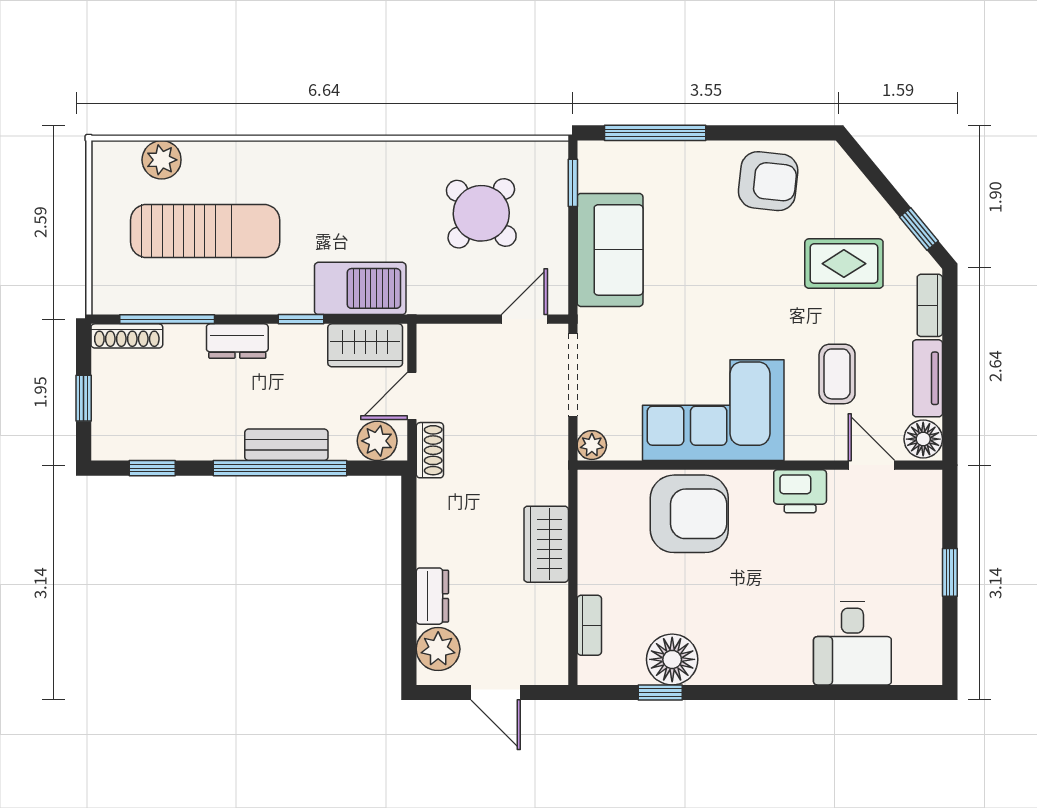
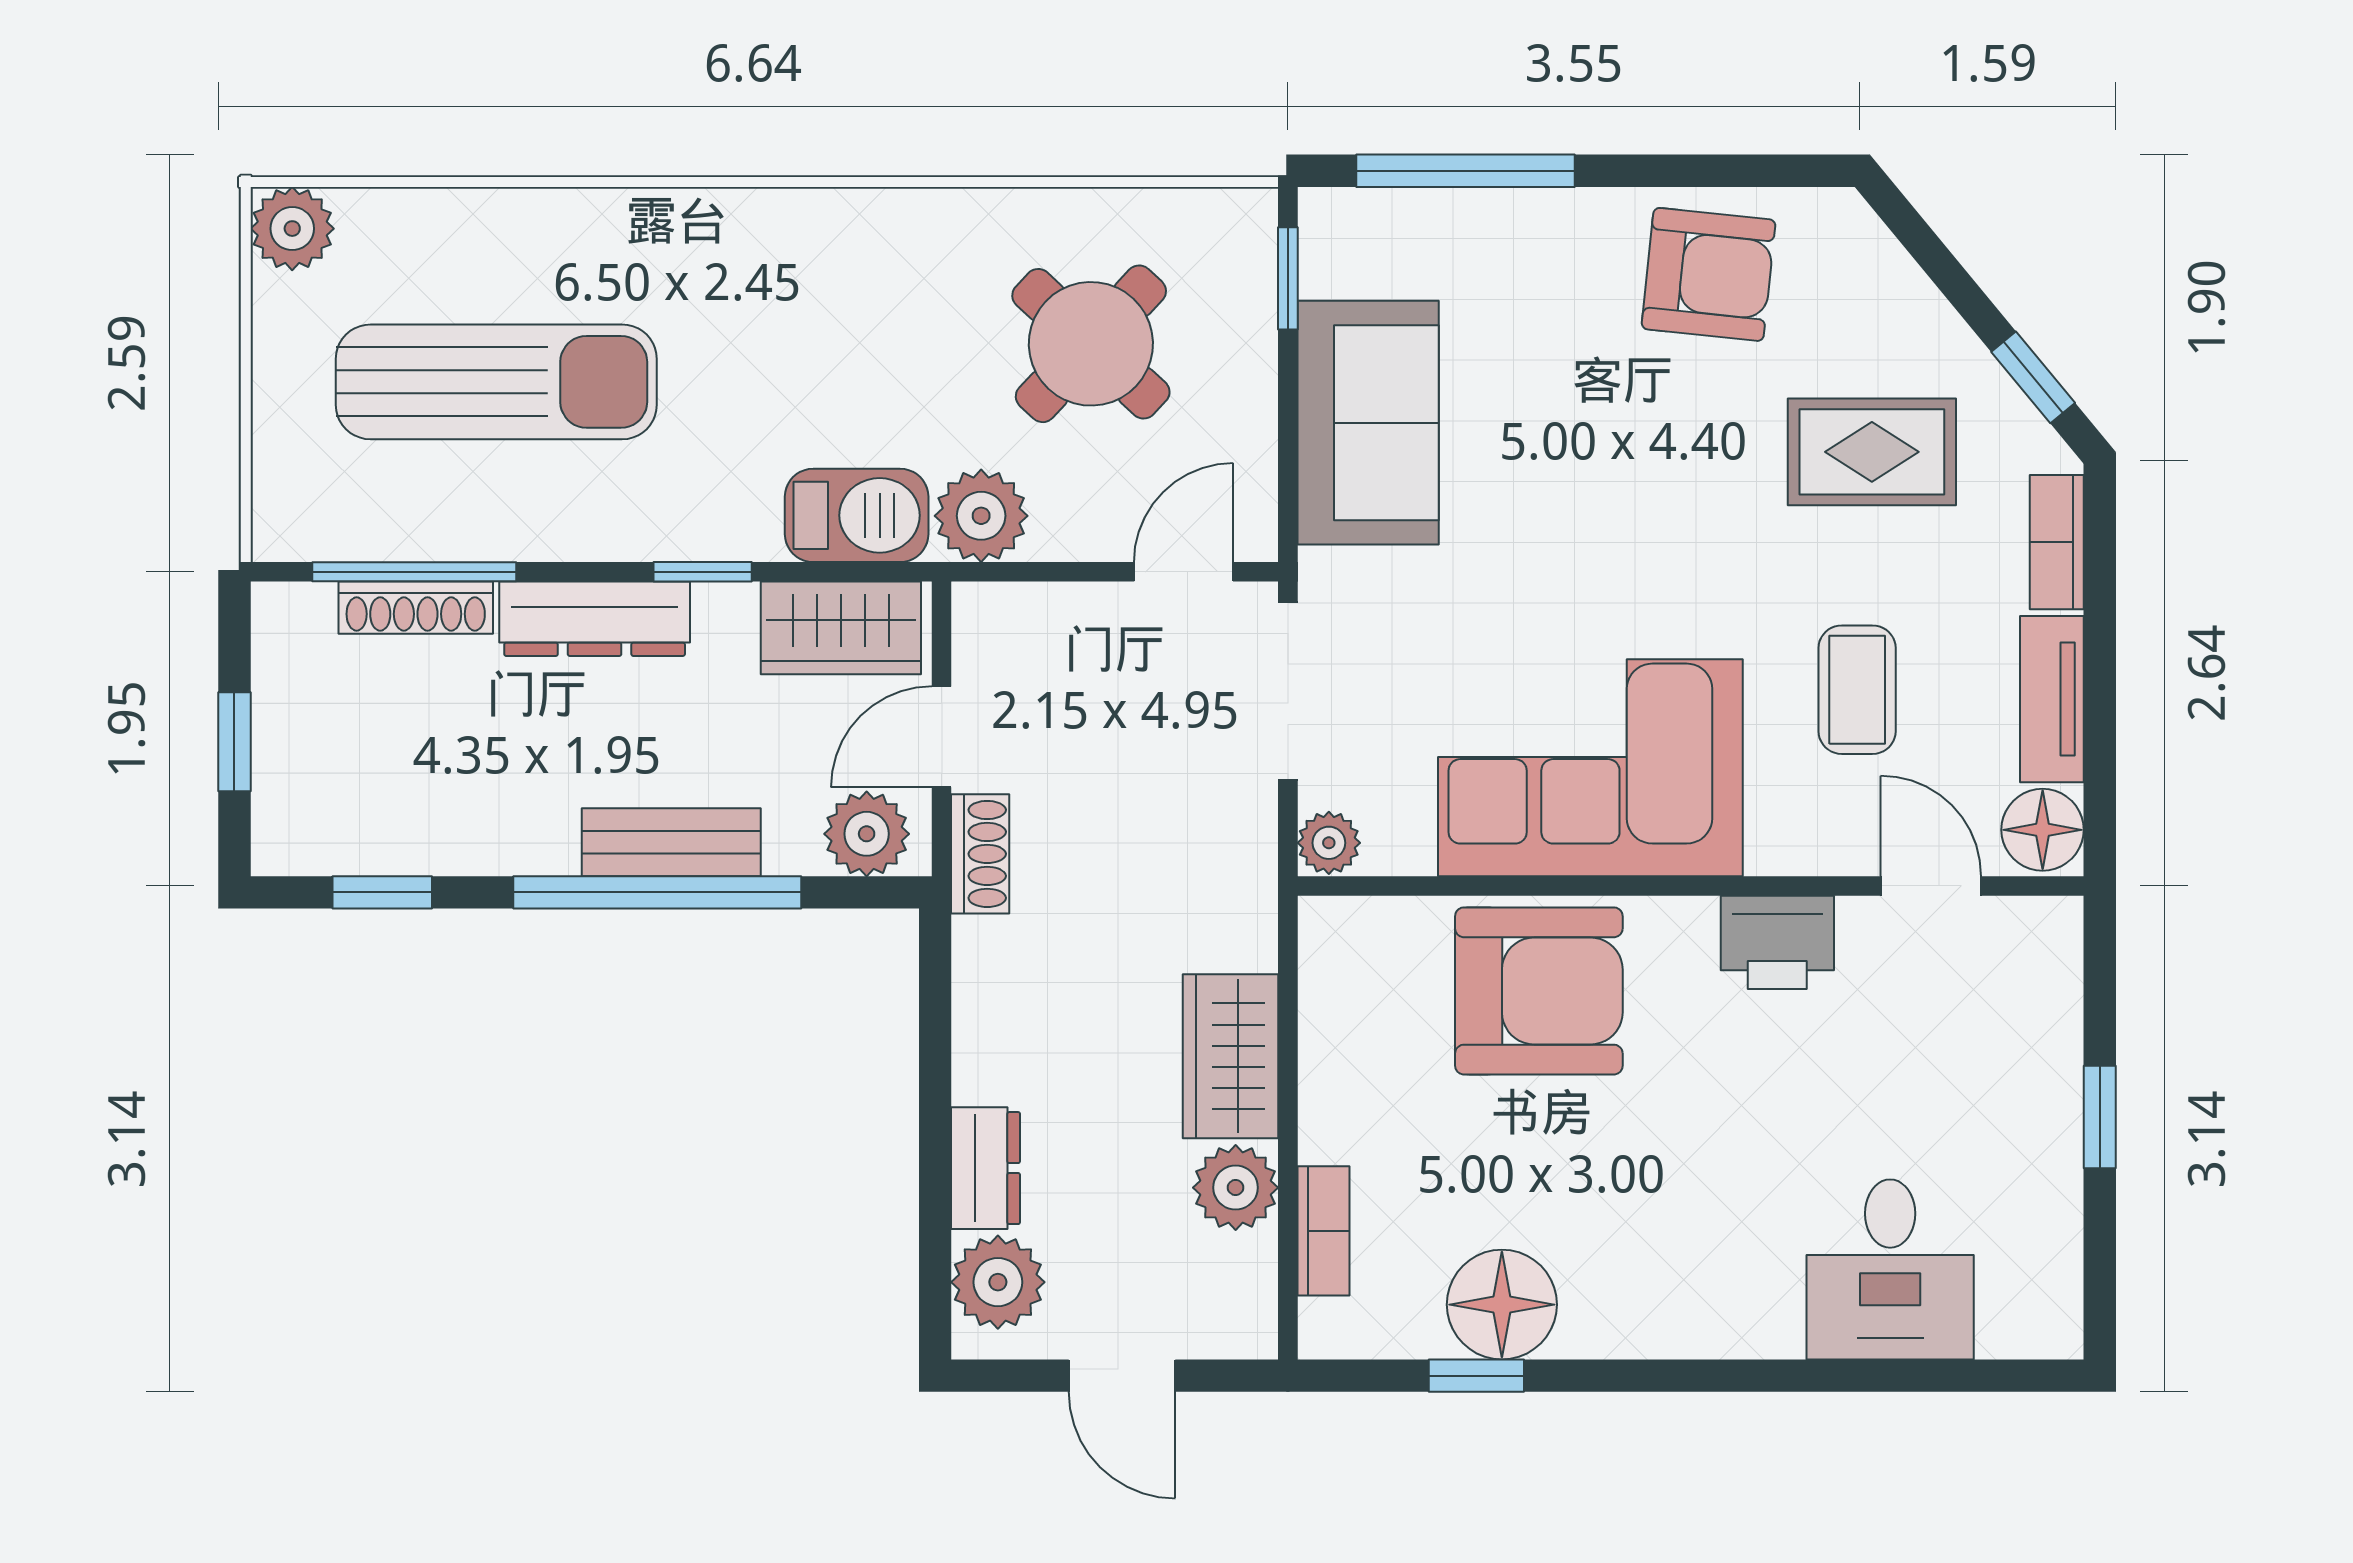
plant: (162, 160) -> (292, 229), moved
barbecue: (360, 288) -> (857, 515), width x0.73, depth x0.83
plant: (430, 293) -> (981, 516), added
shoe rack: (127, 336) -> (416, 608), moved
dresser: (237, 341) -> (595, 619), width x1.44
plant: (548, 605) -> (1236, 1188), added

